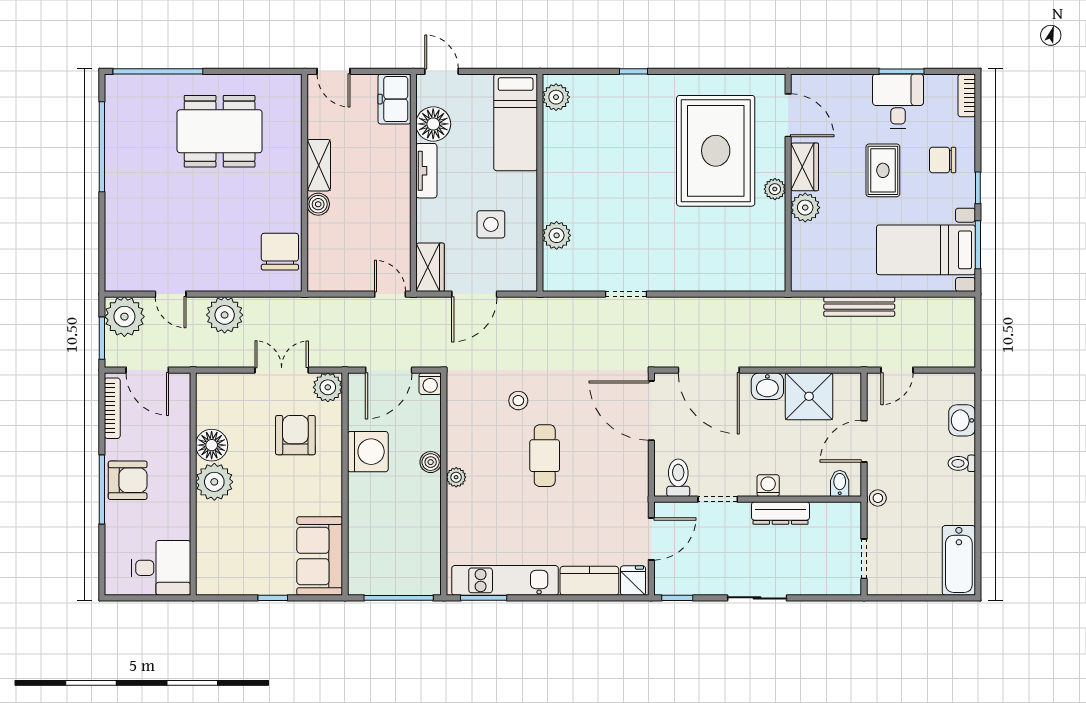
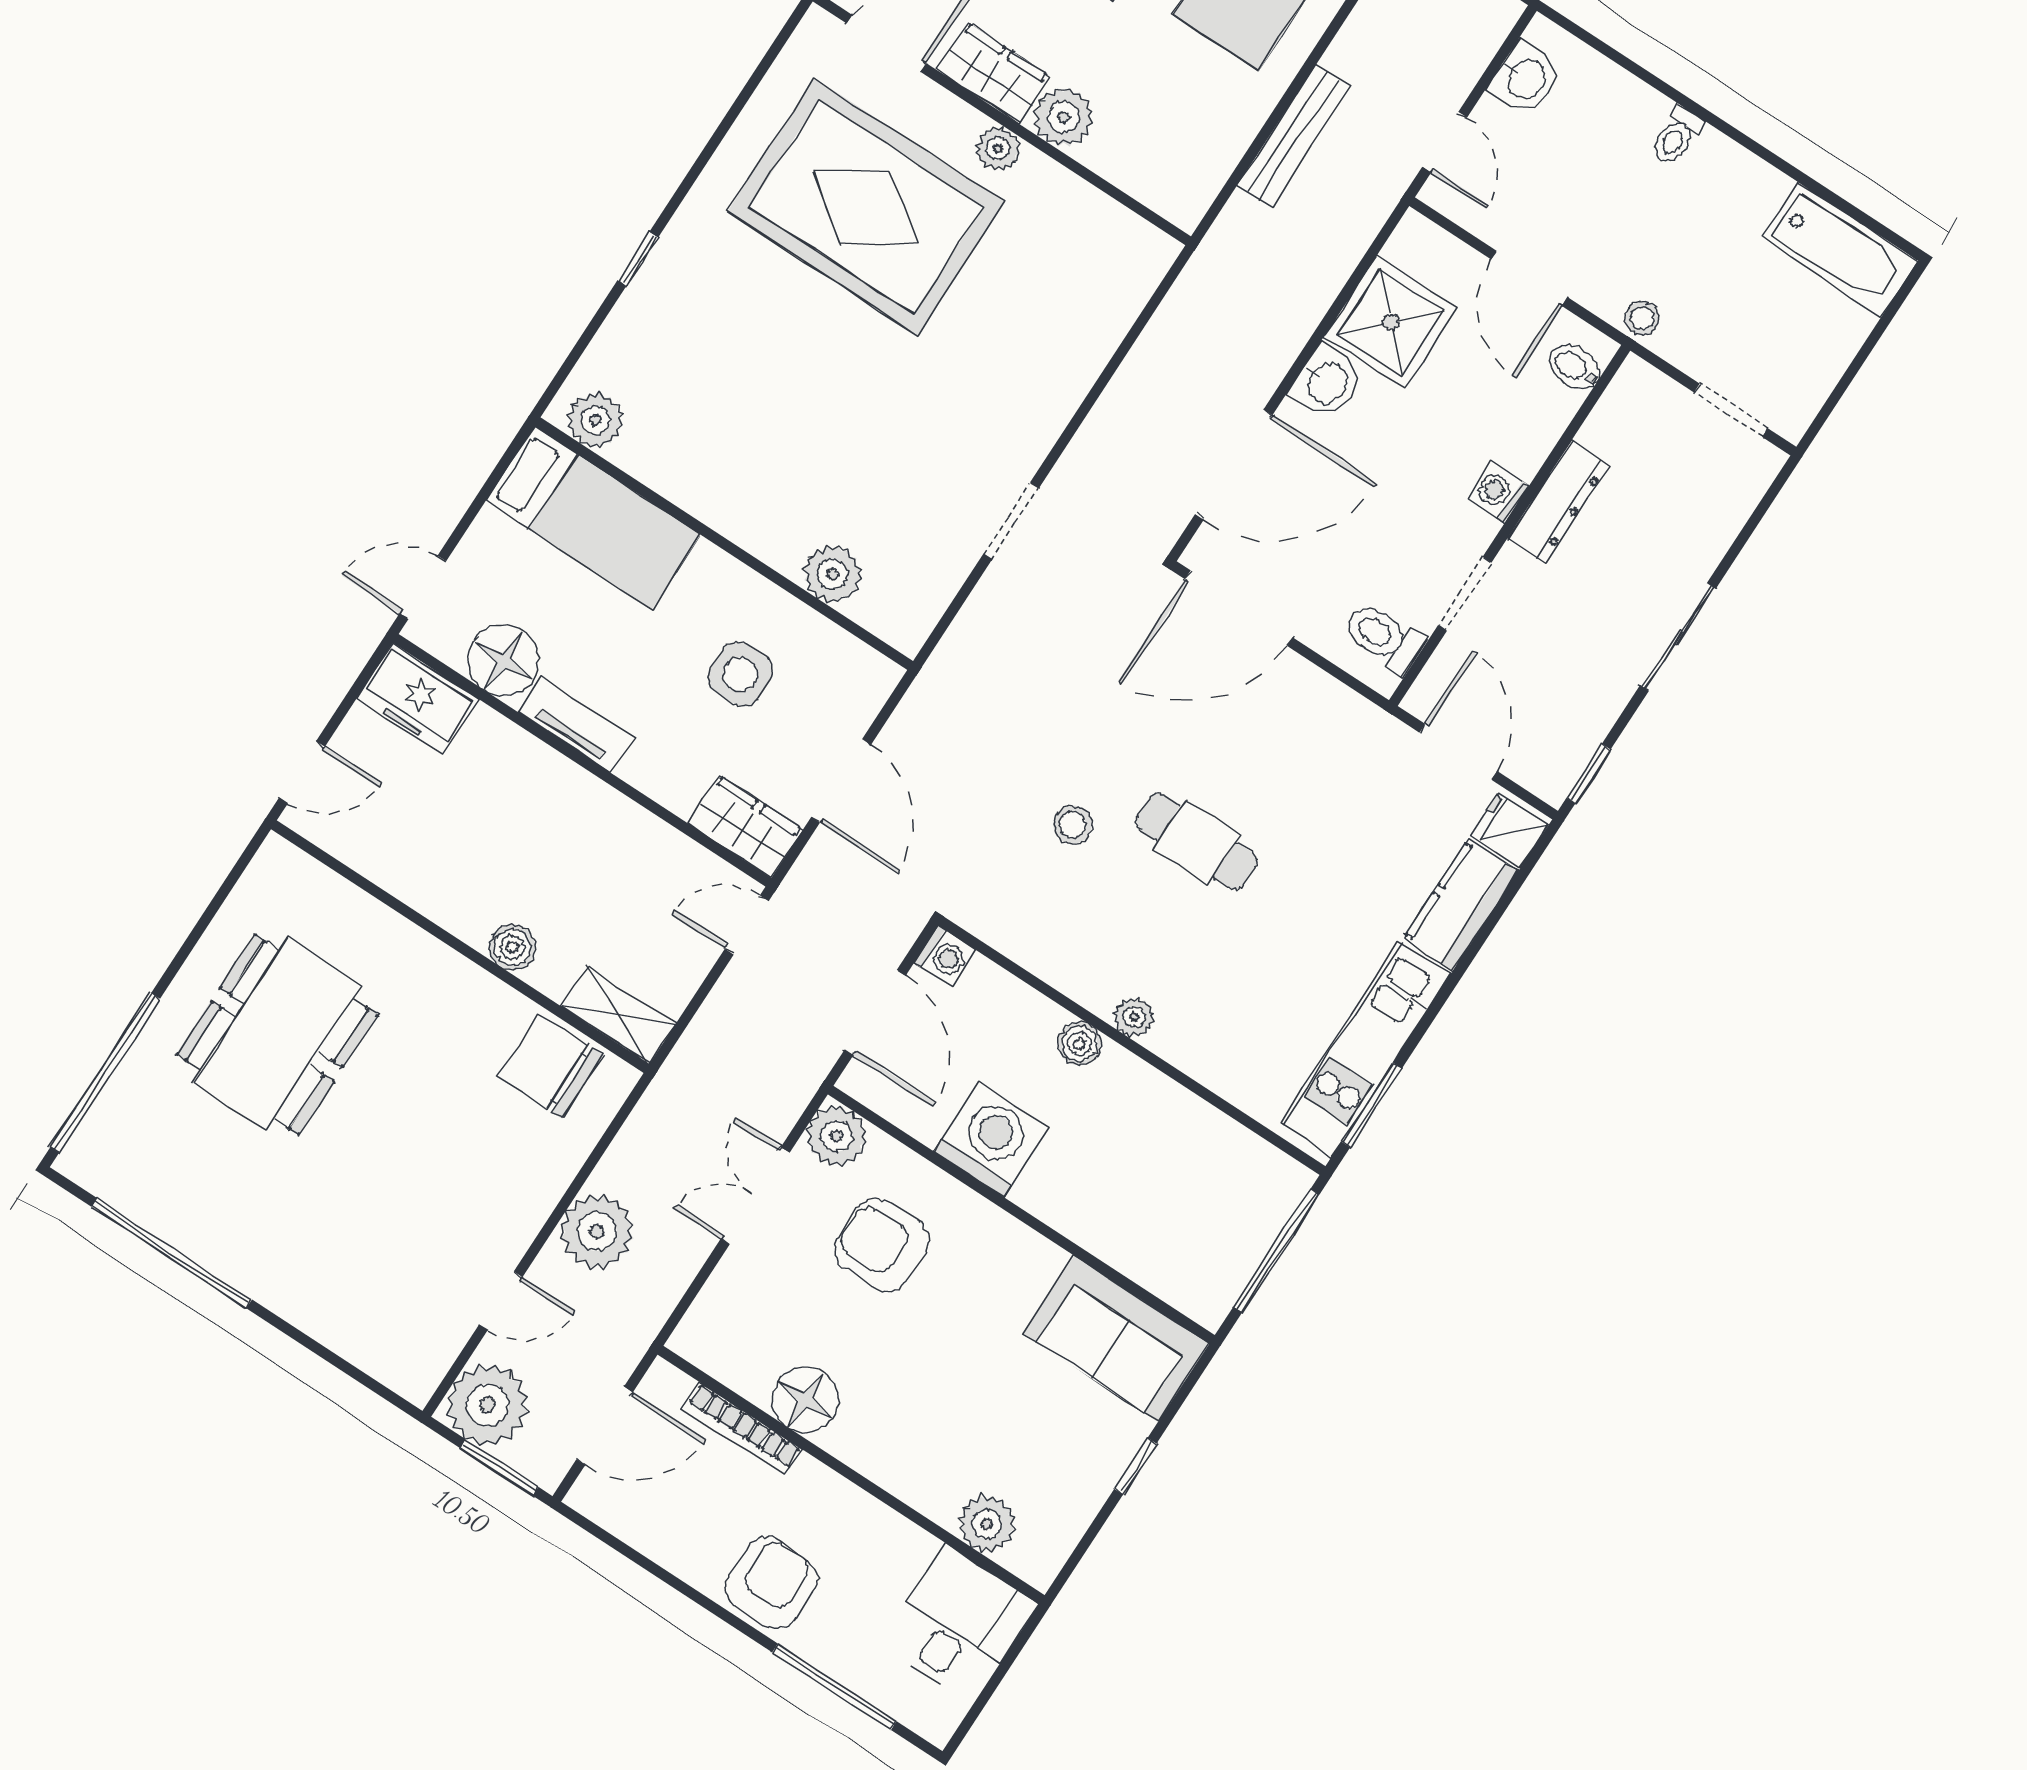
shelving: (319, 165) -> (618, 1015), moved
bookcase: (112, 408) -> (742, 1429), moved, turned 180
washbasin: (962, 420) -> (1525, 78), moved, turned -90
plant: (214, 482) -> (987, 1524), moved, width x0.73, depth x0.73
window: (102, 489) -> (834, 1687), moved

